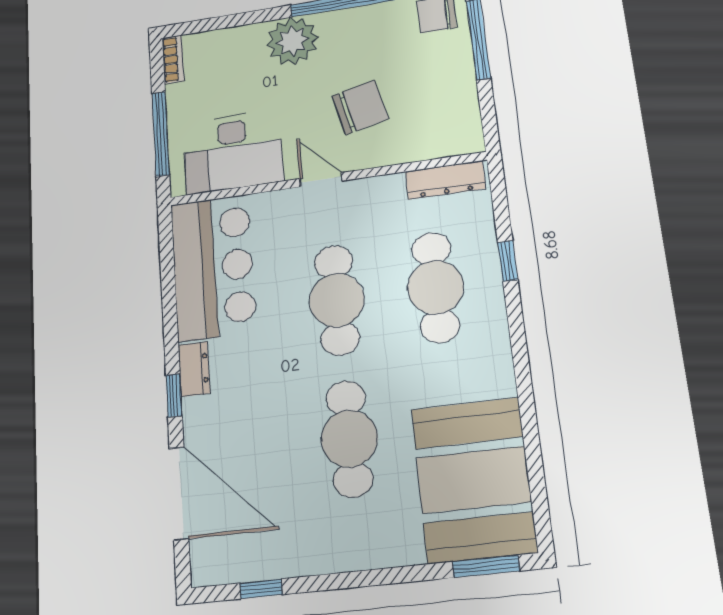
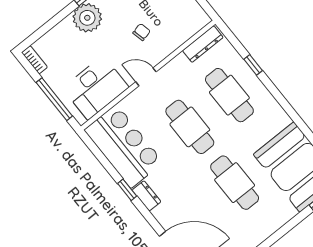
chair: (360, 107) -> (142, 32), width x0.54, depth x0.54
window: (174, 395) -> (127, 190), moved

